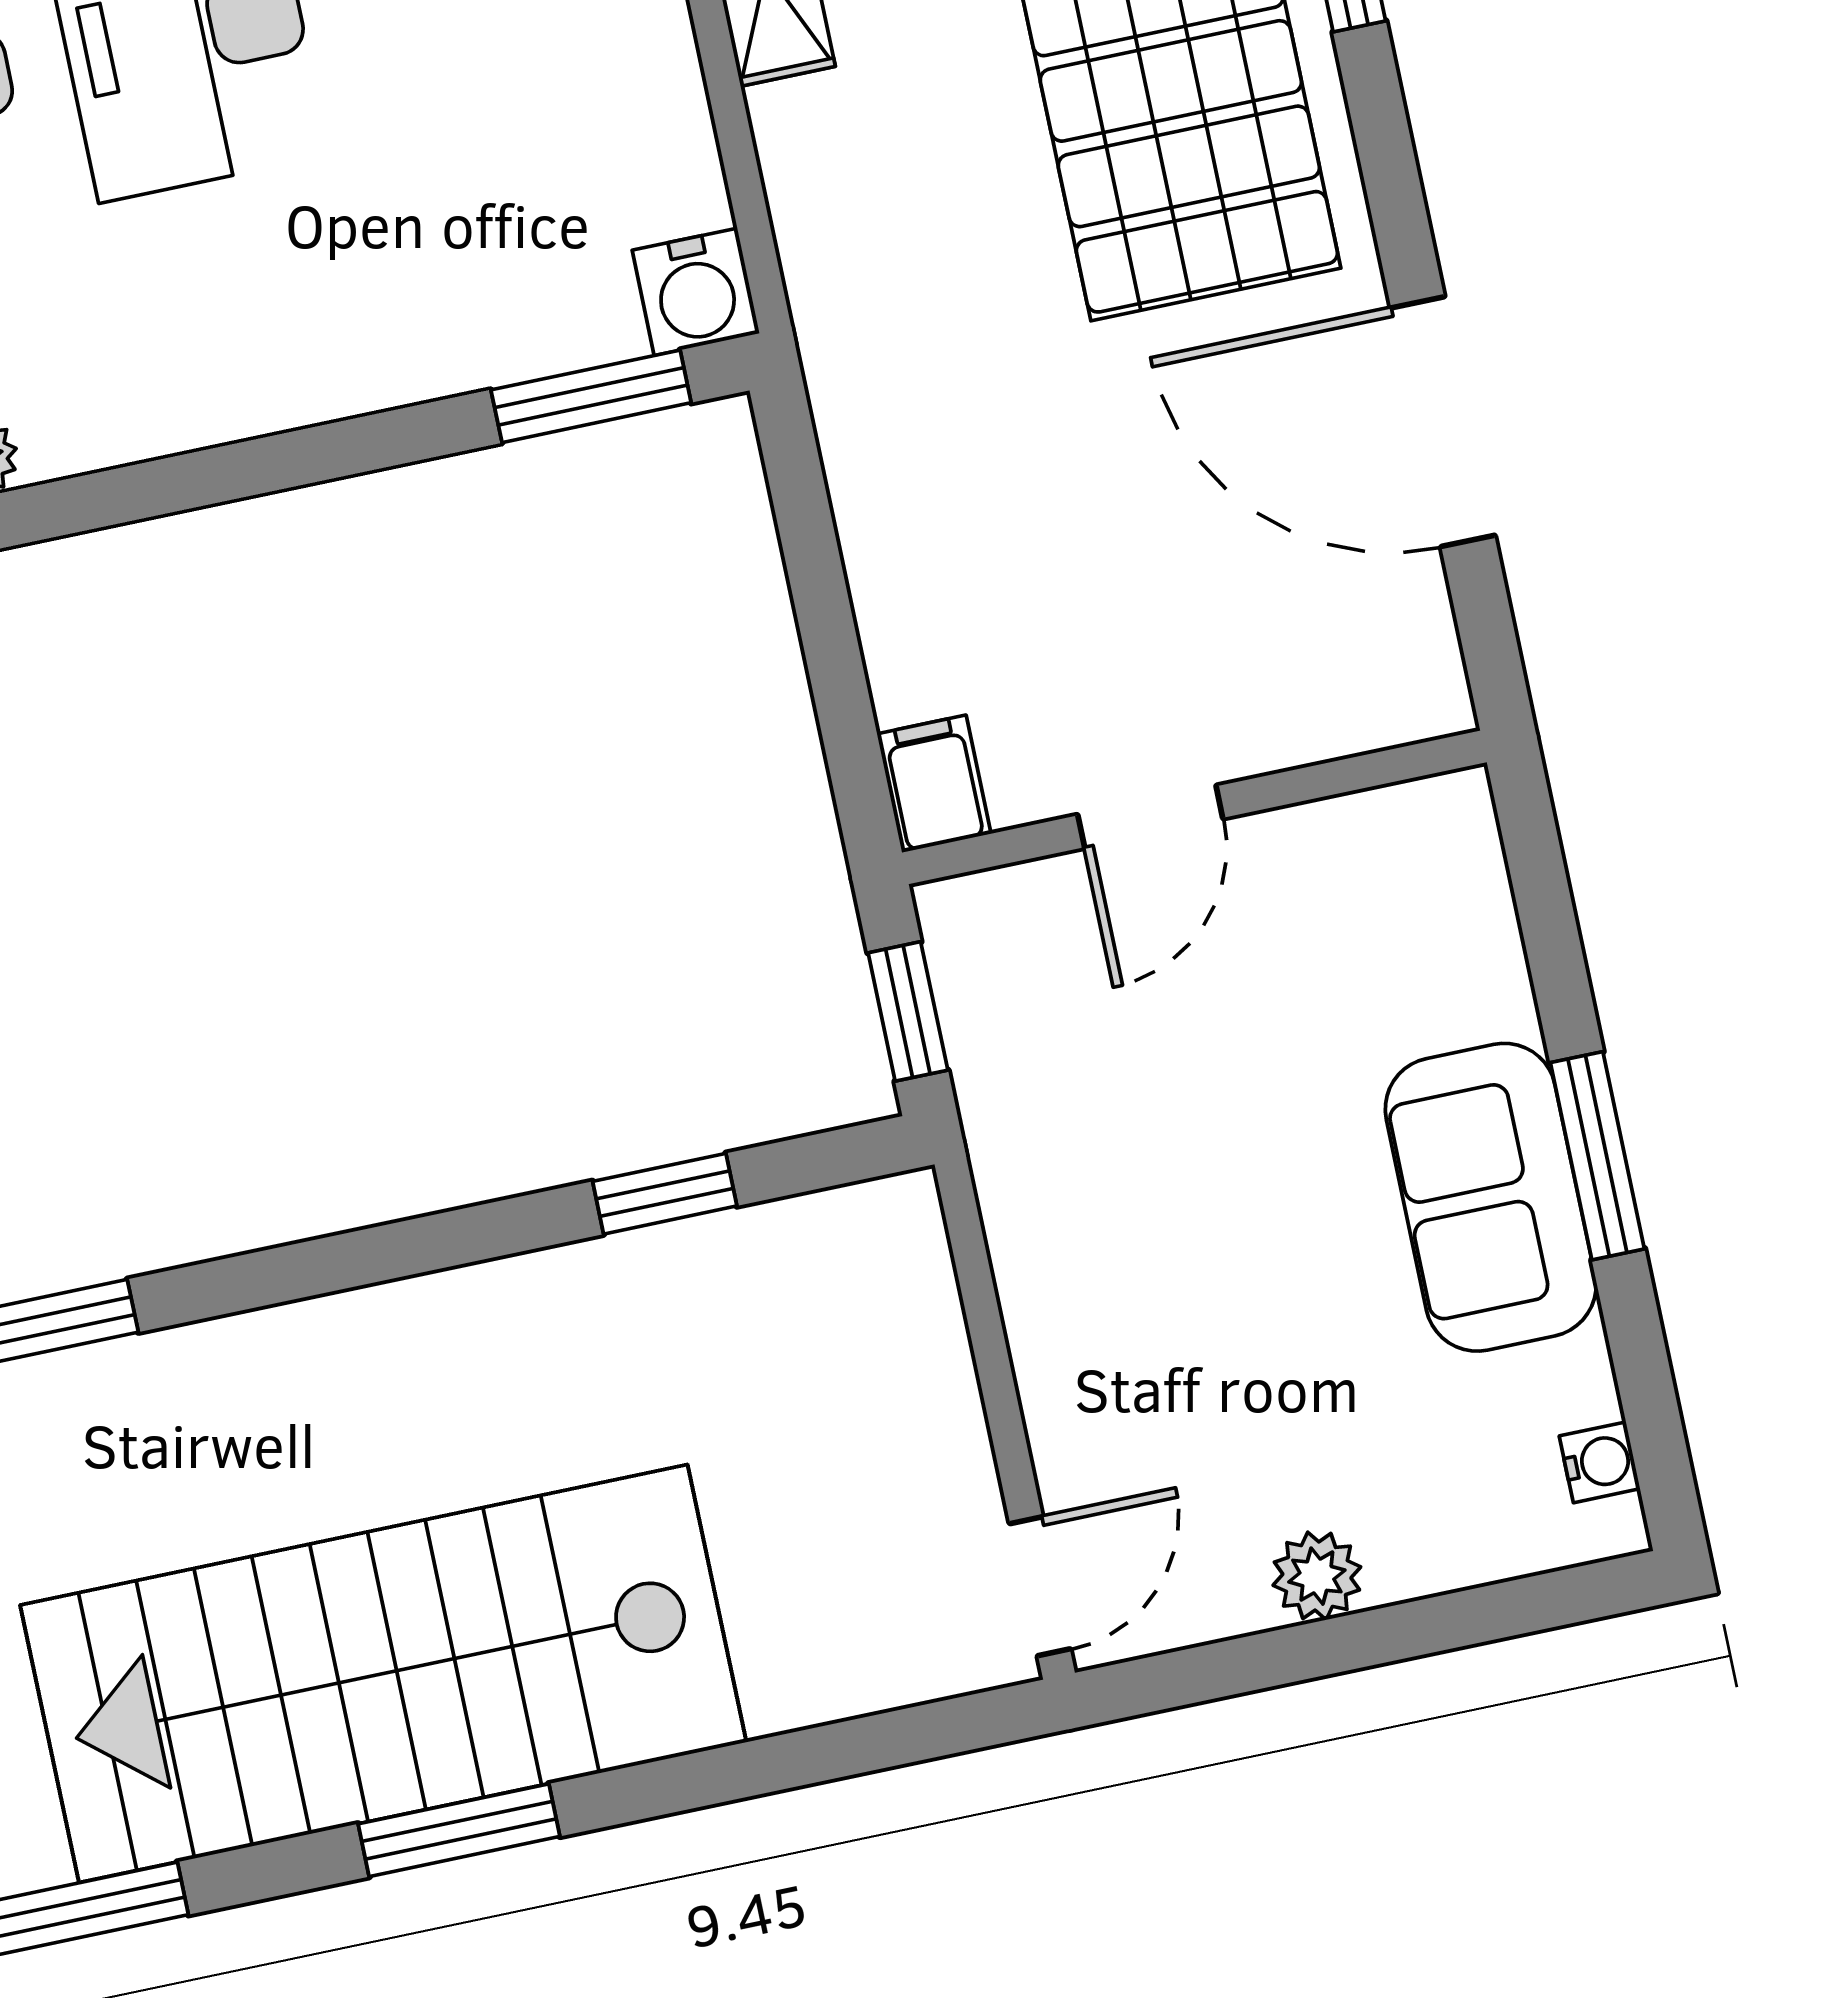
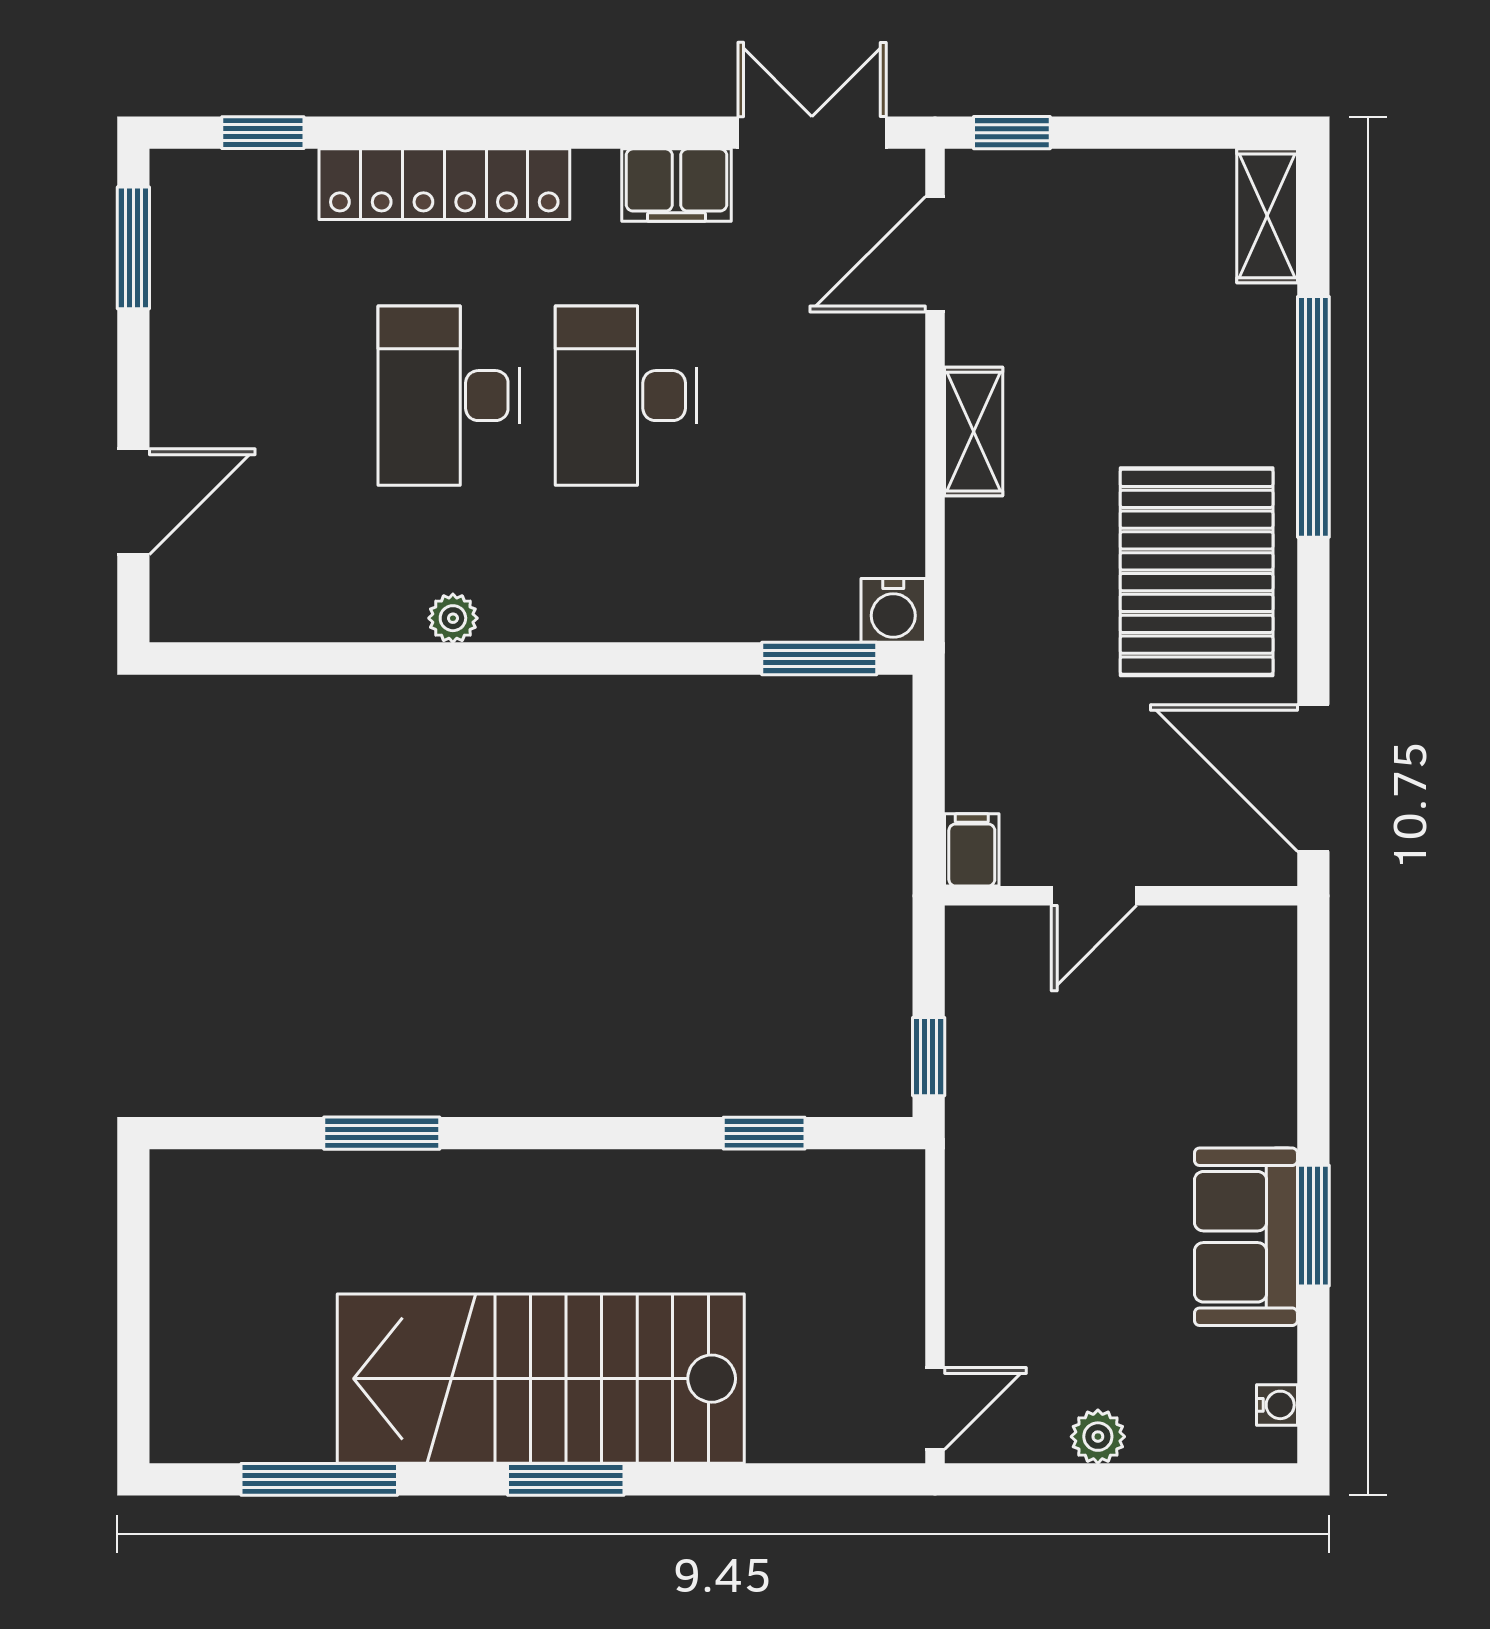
filing cabinet: (934, 784) -> (972, 850), moved
wall: (1194, 807) -> (1121, 896), moved
door: (1150, 817) -> (1094, 896), moved

